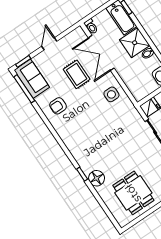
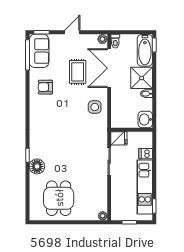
plant: (79, 32) -> (102, 39), added

